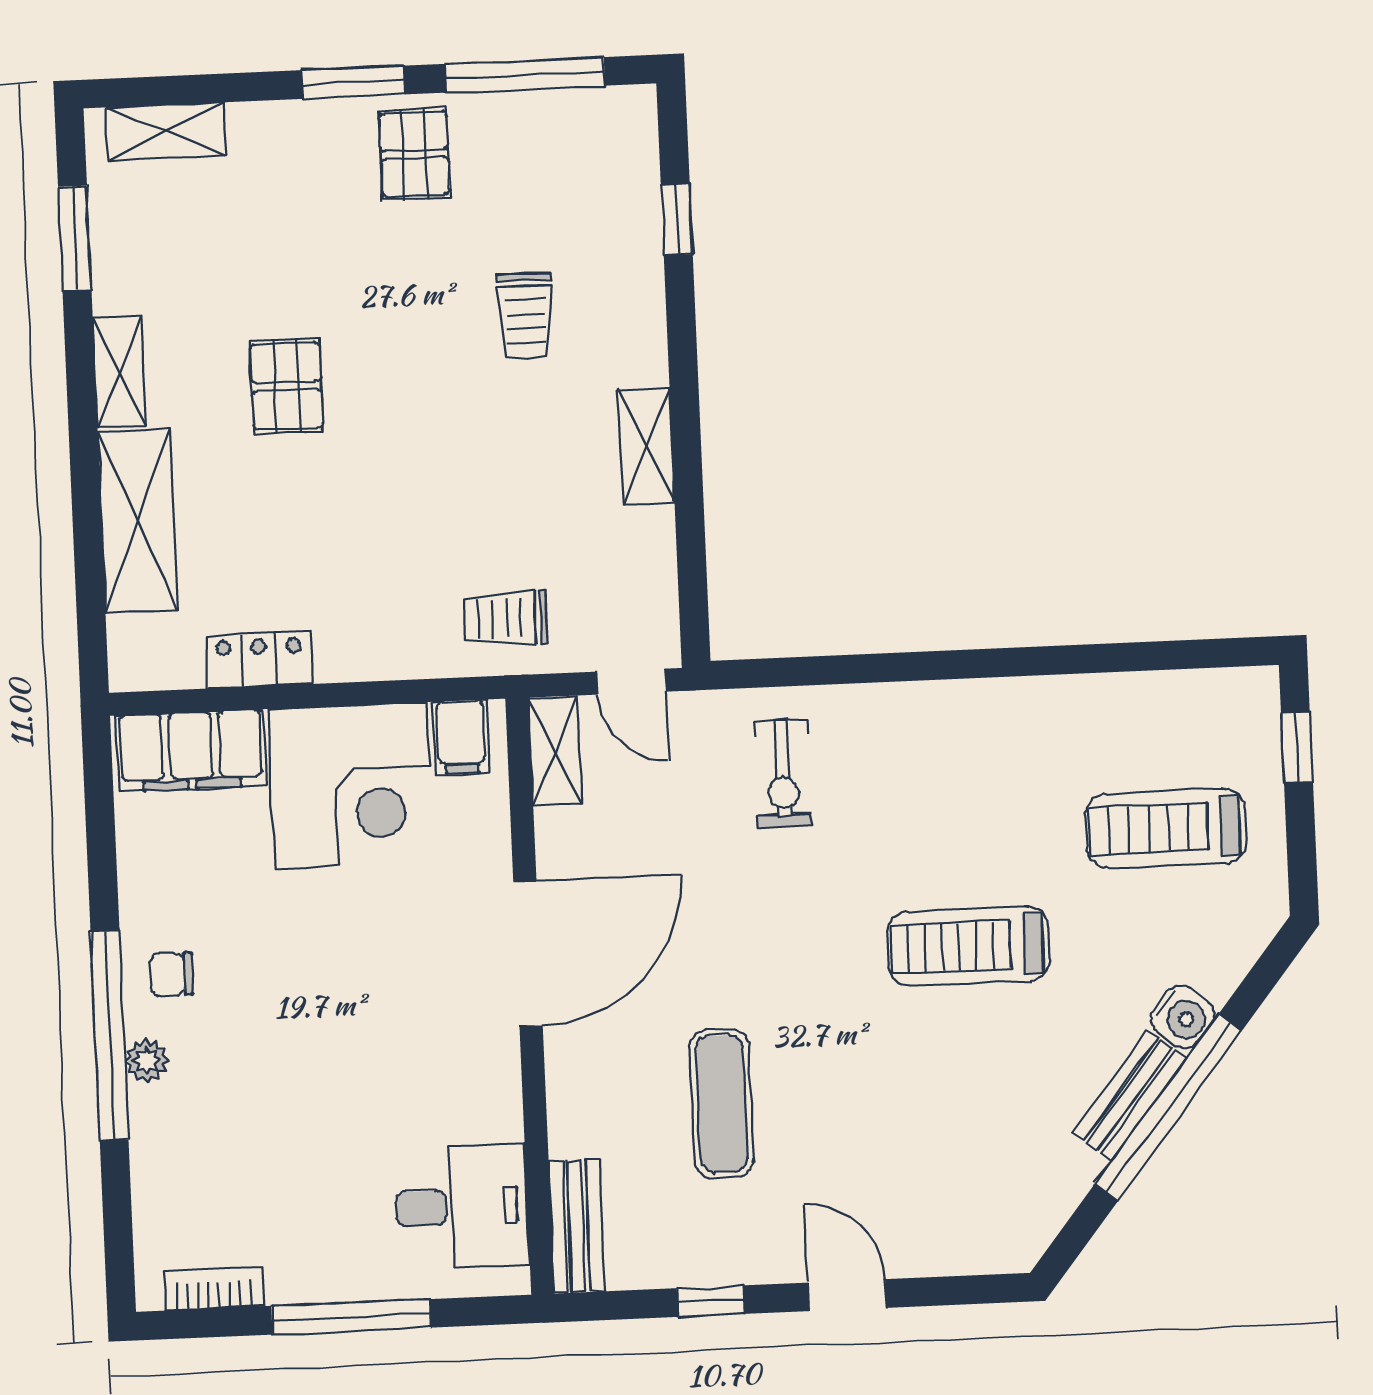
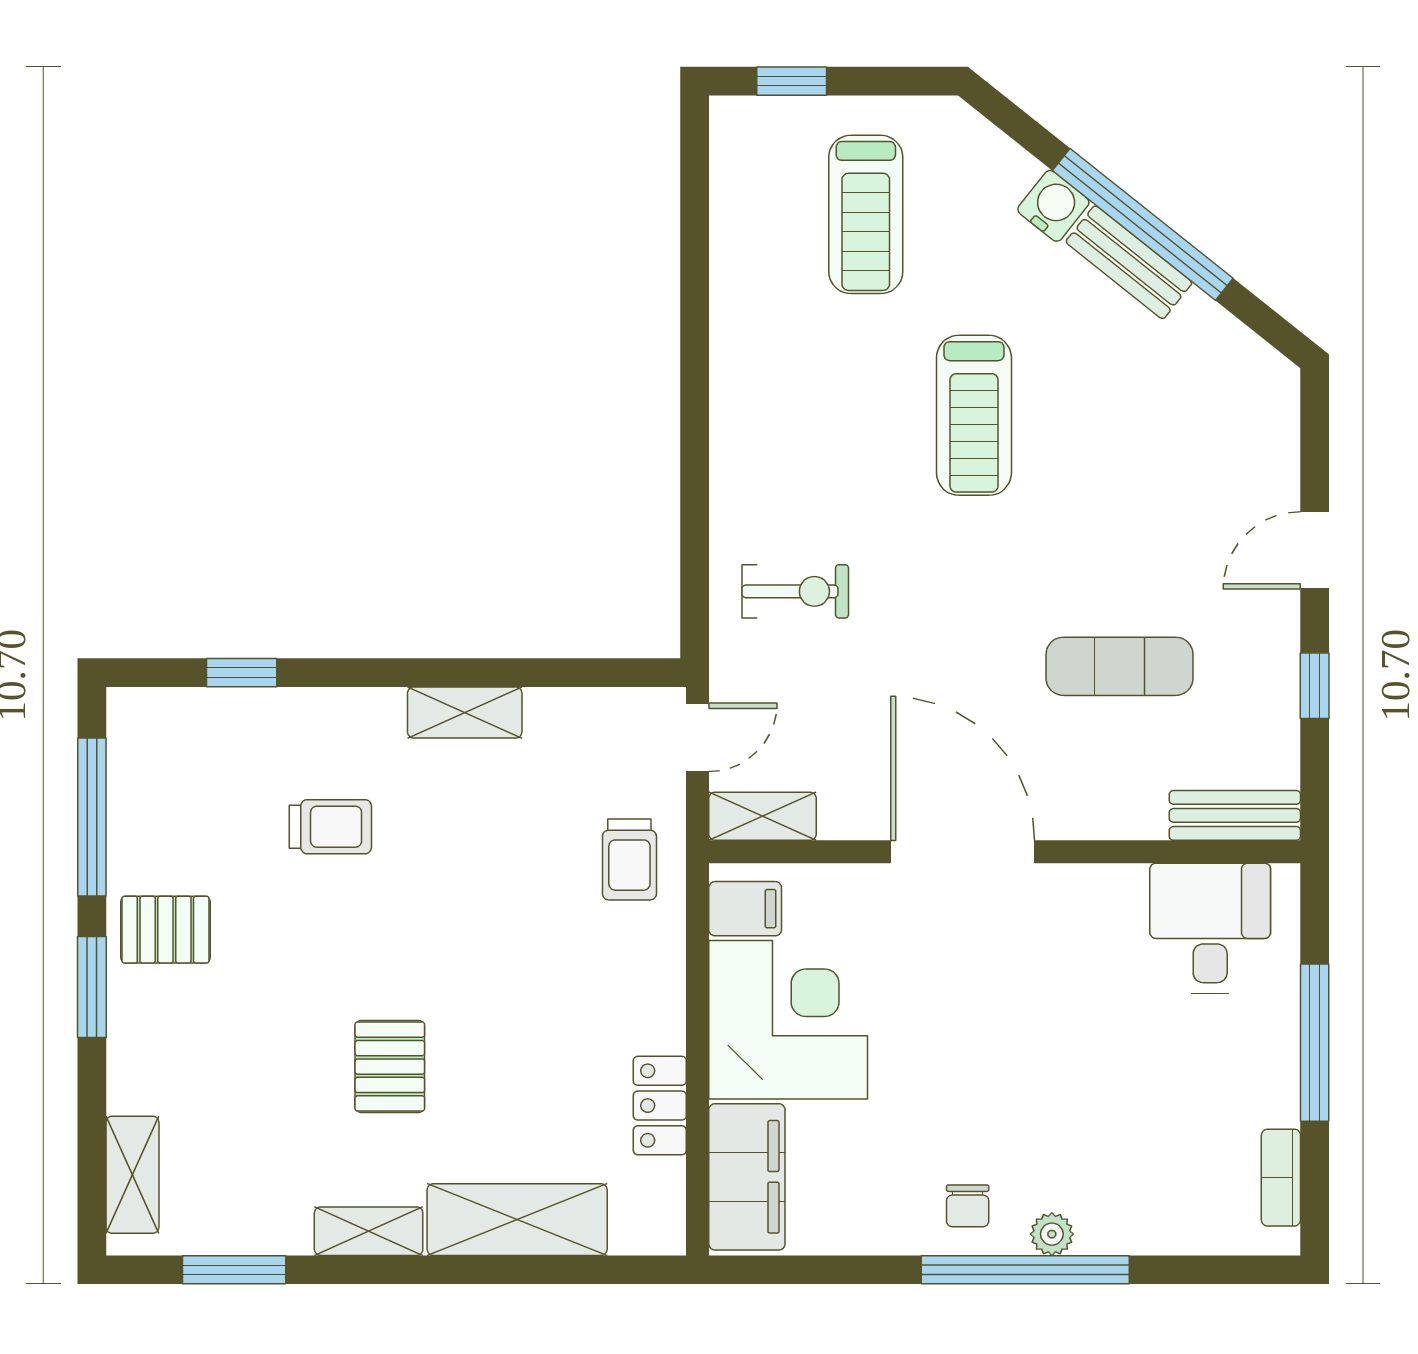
pallet: (286, 386) -> (390, 1067), turned 90

